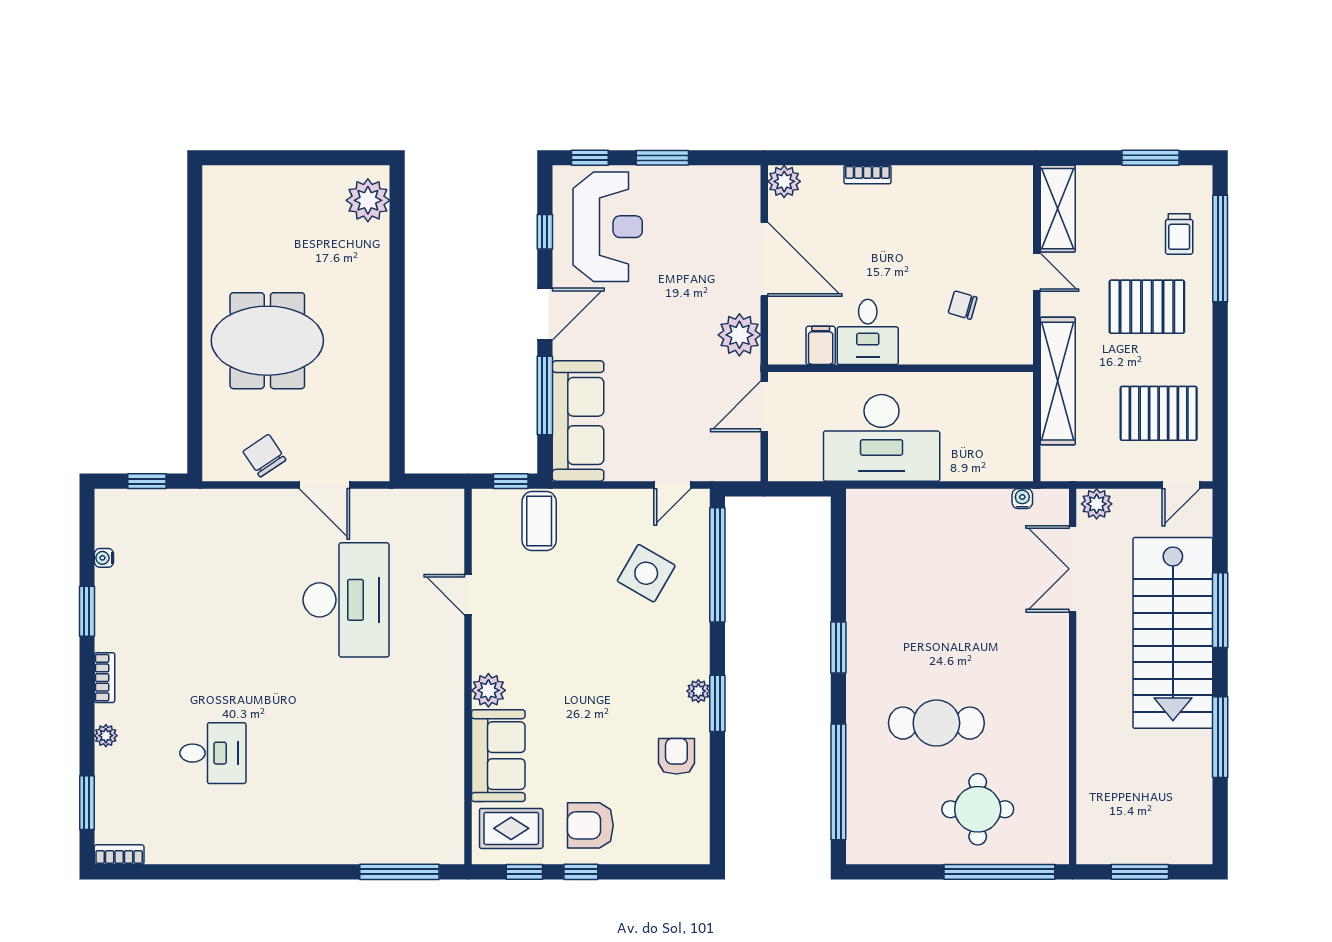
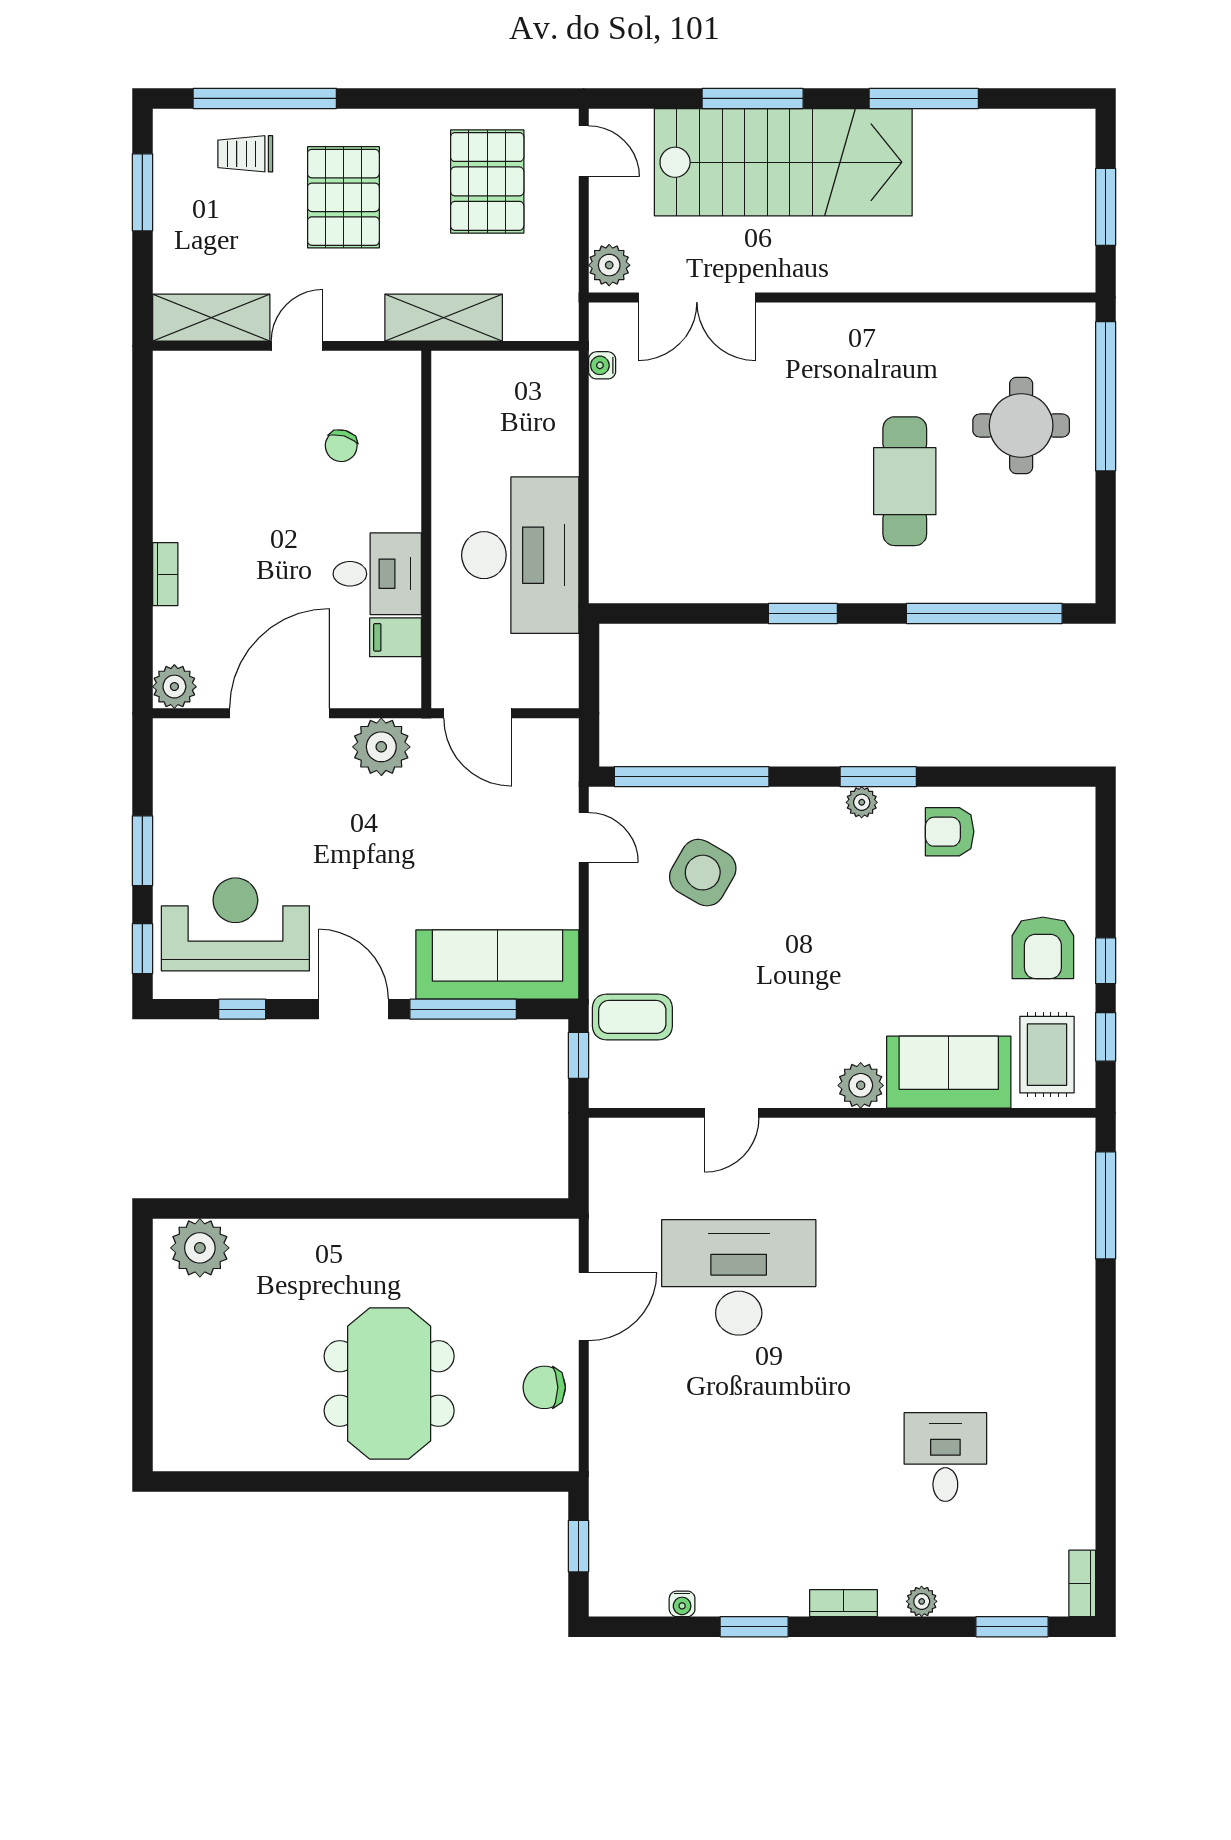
trolley: (1179, 234) -> (245, 154), turned 180
shelving: (1058, 381) -> (444, 318), width x0.68
chair: (264, 456) -> (544, 1387), turned 34

